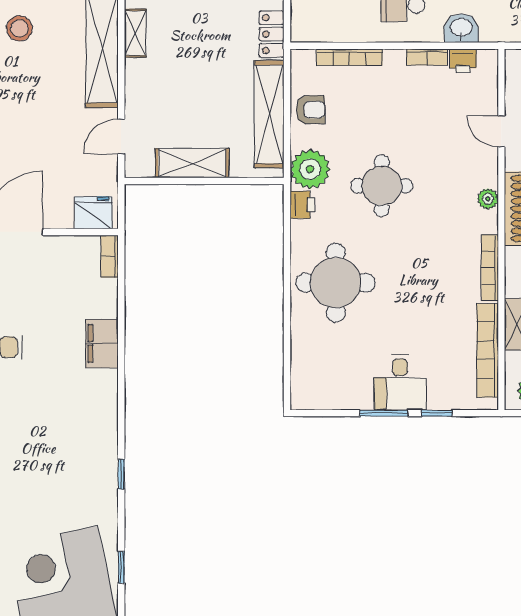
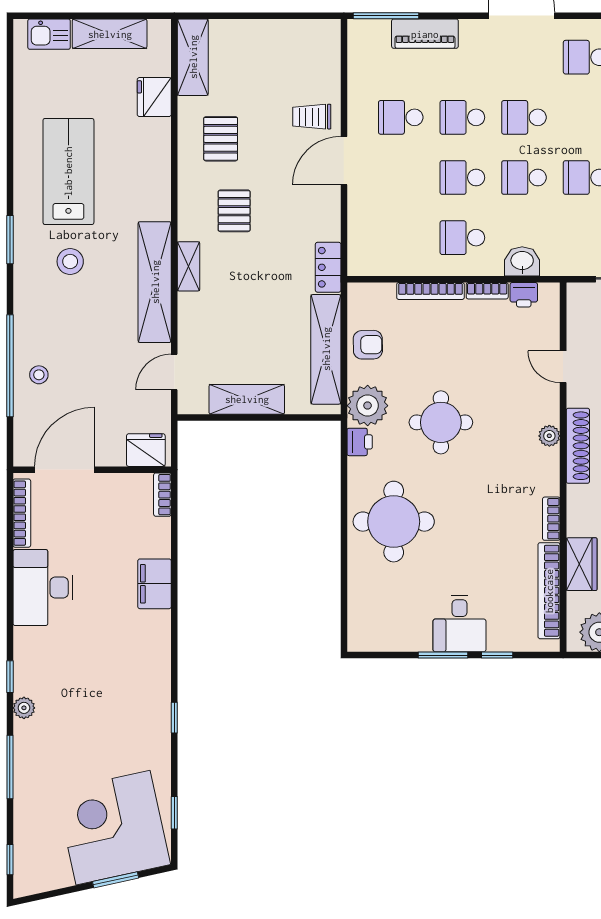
bookcase: (349, 57) -> (430, 291), moved
bookcase: (490, 268) -> (551, 519), width x0.64

